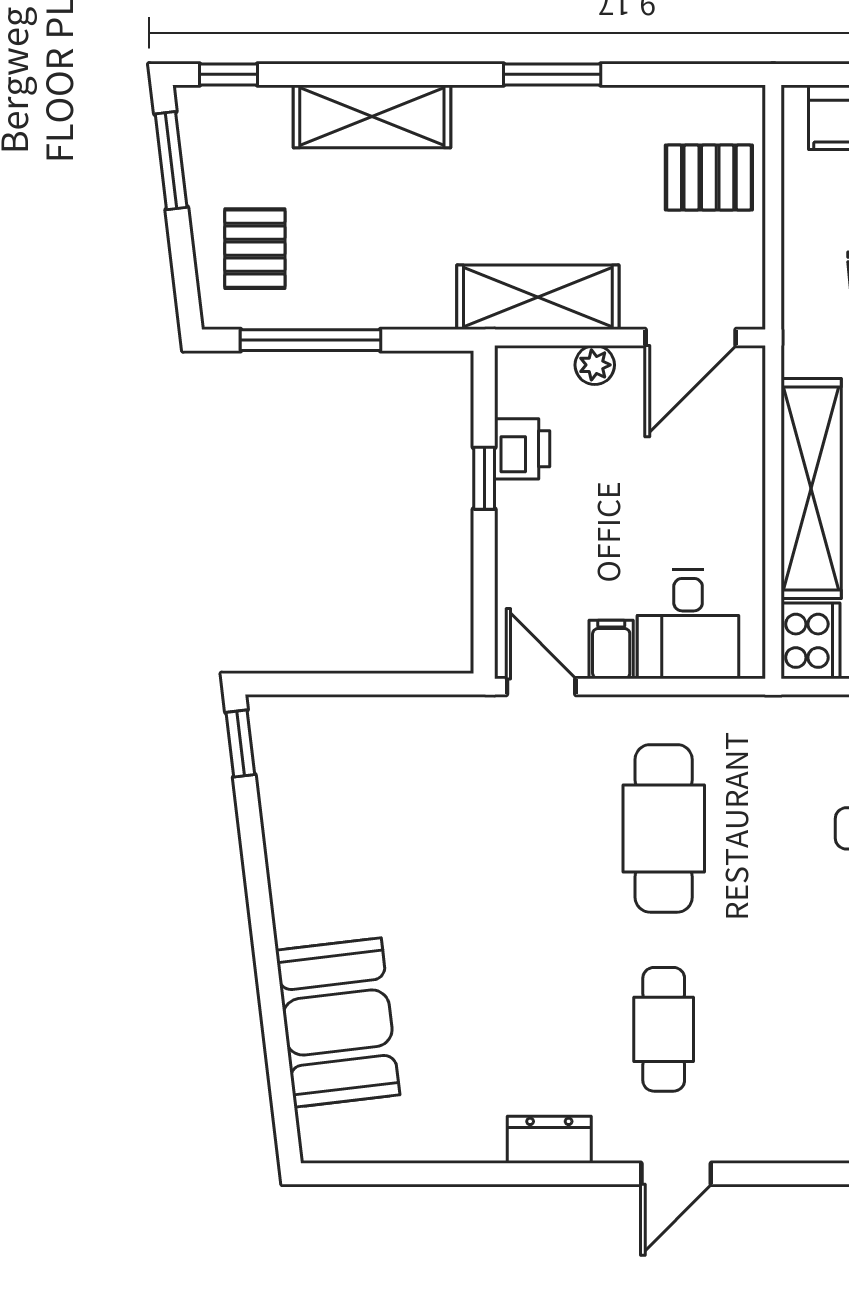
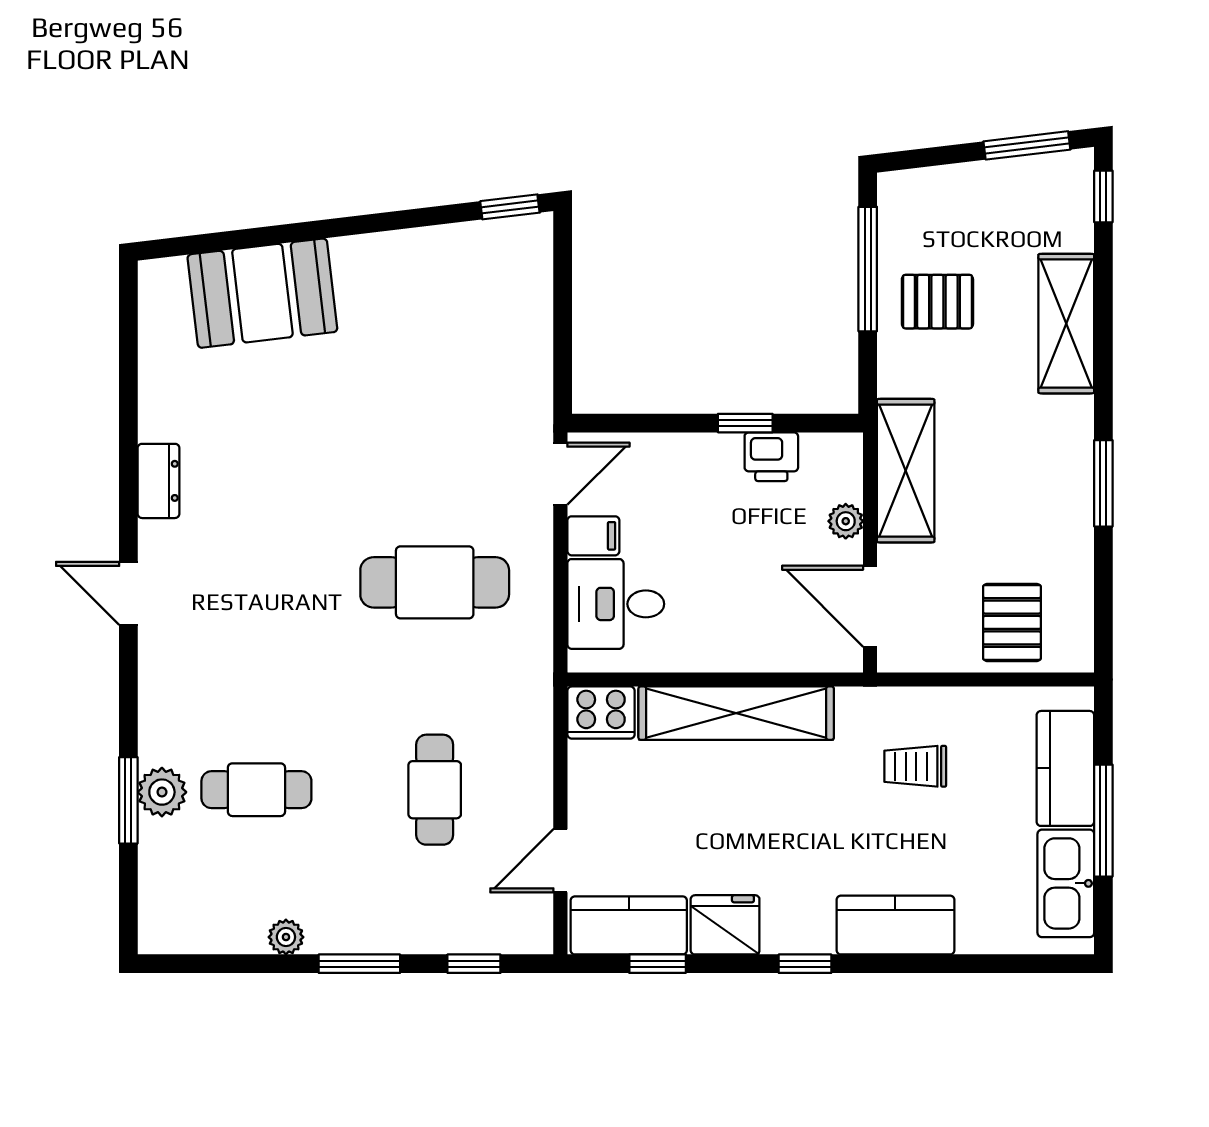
pallet: (255, 249) -> (937, 302), moved
cafe table: (664, 1029) -> (256, 582), removed

